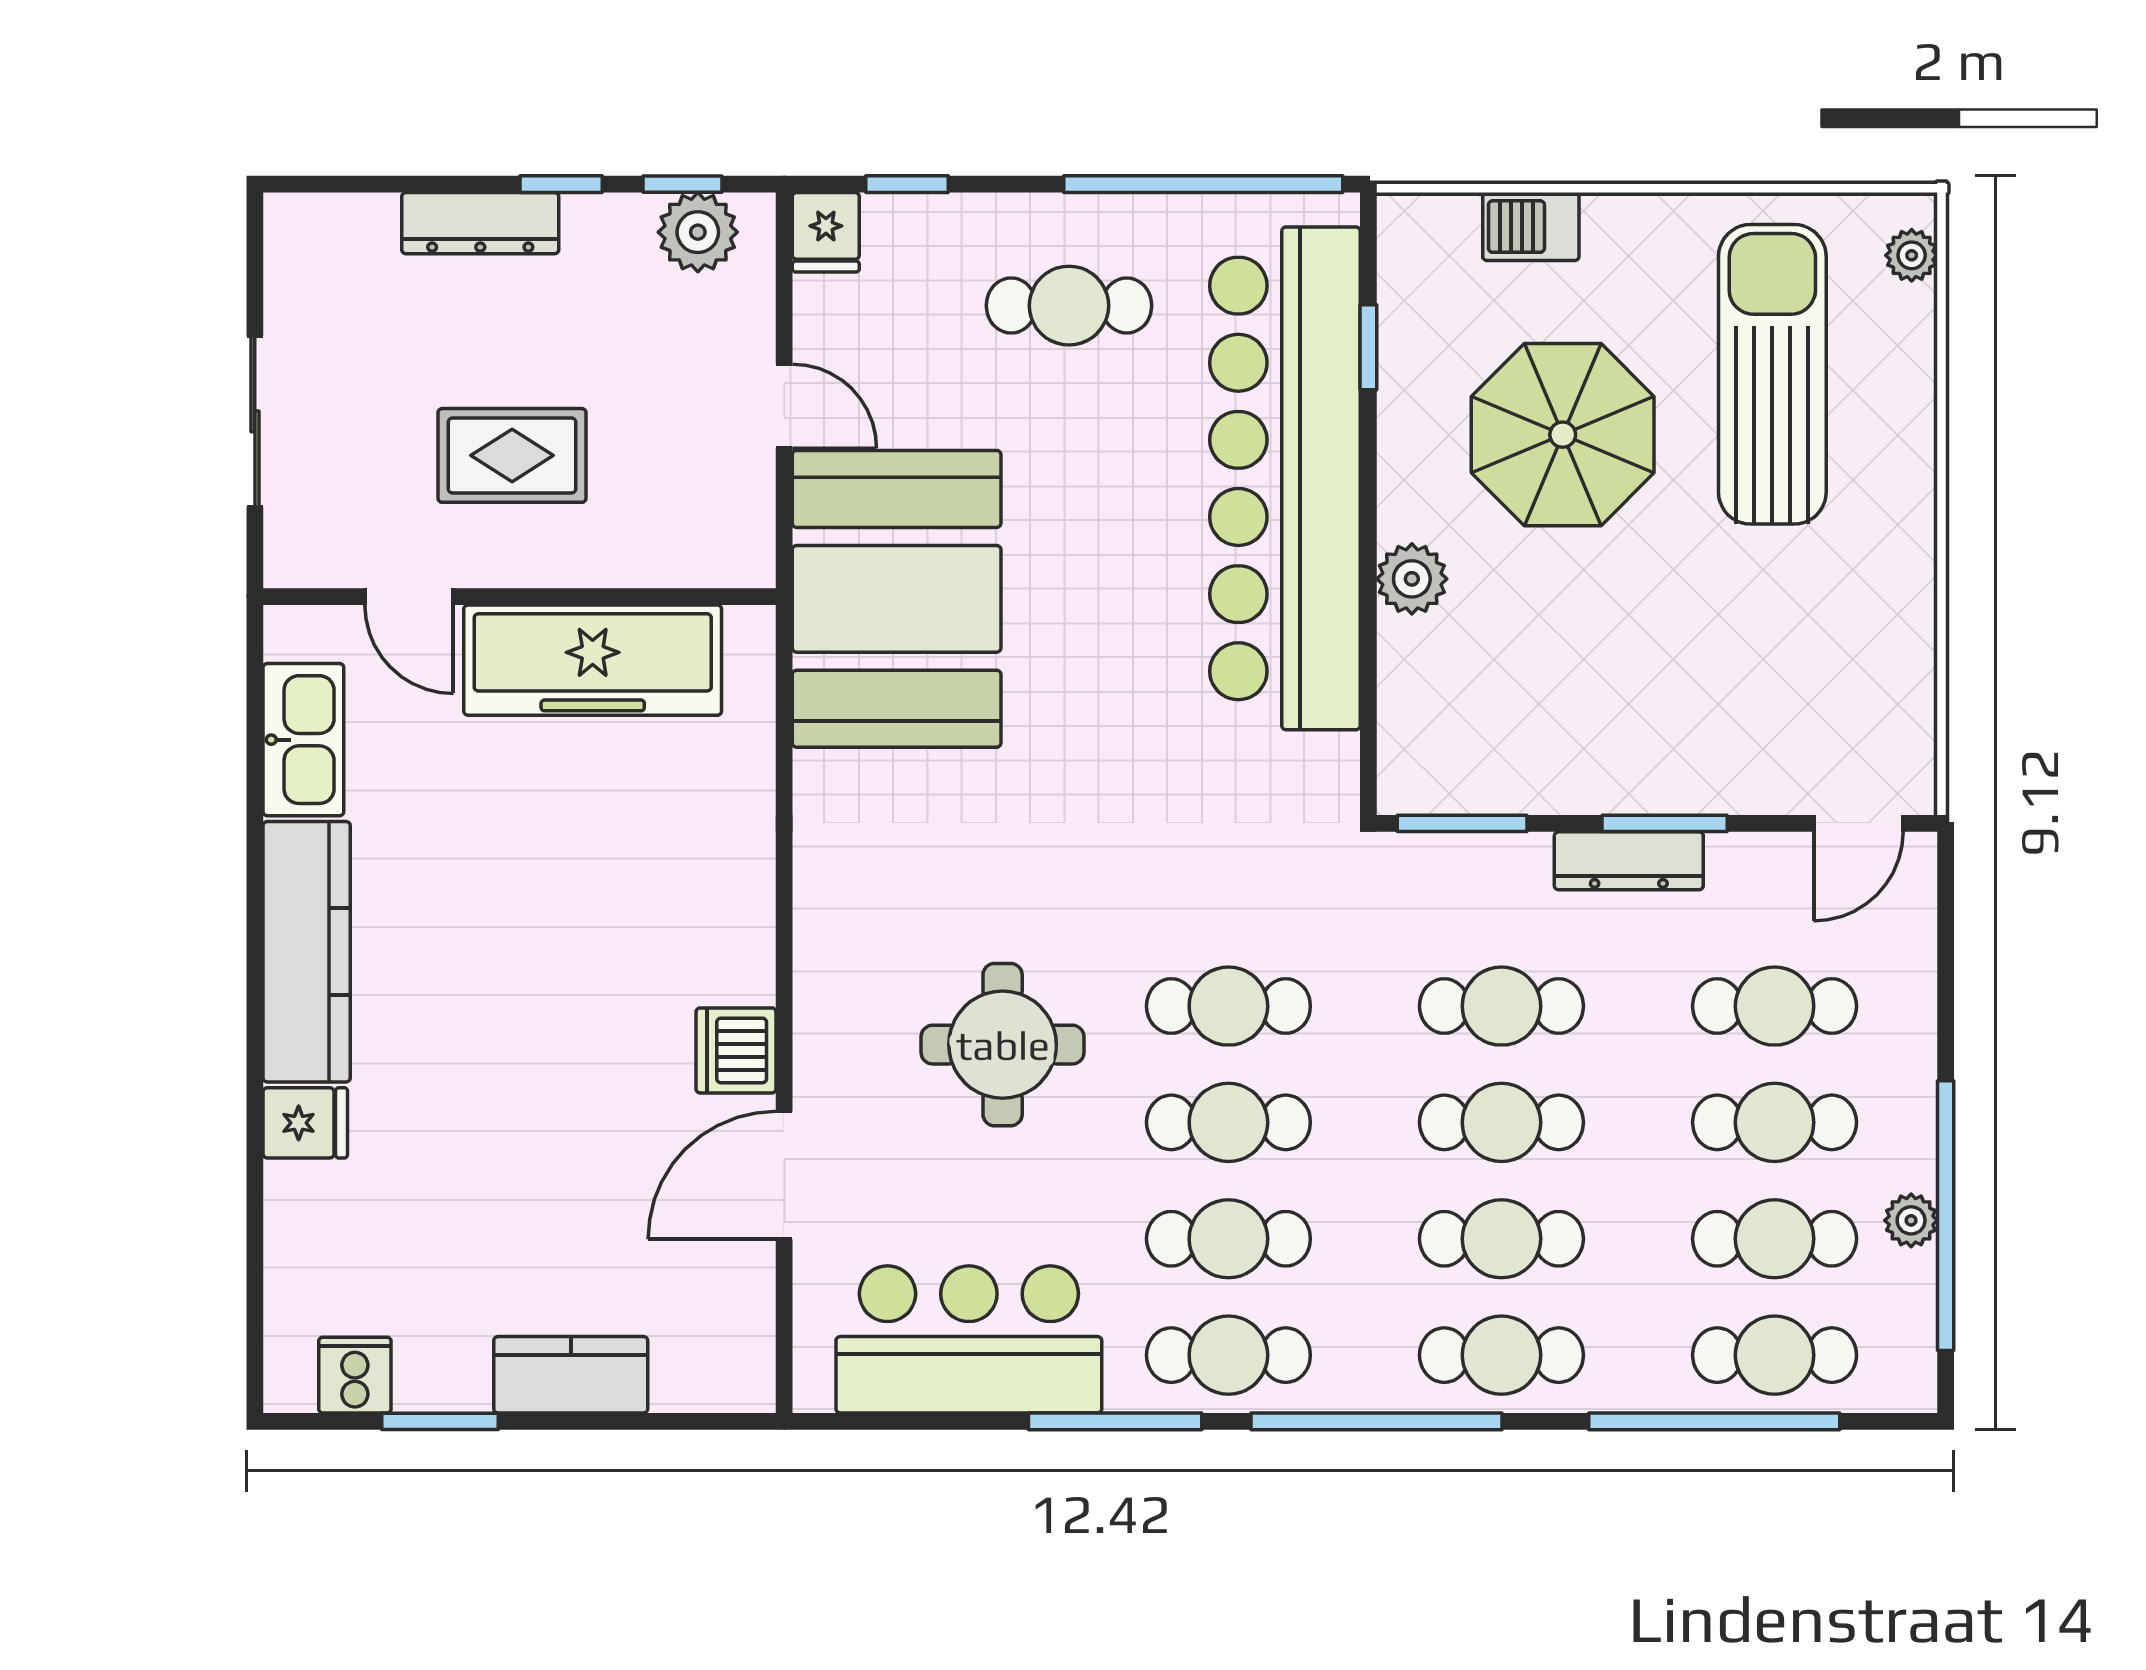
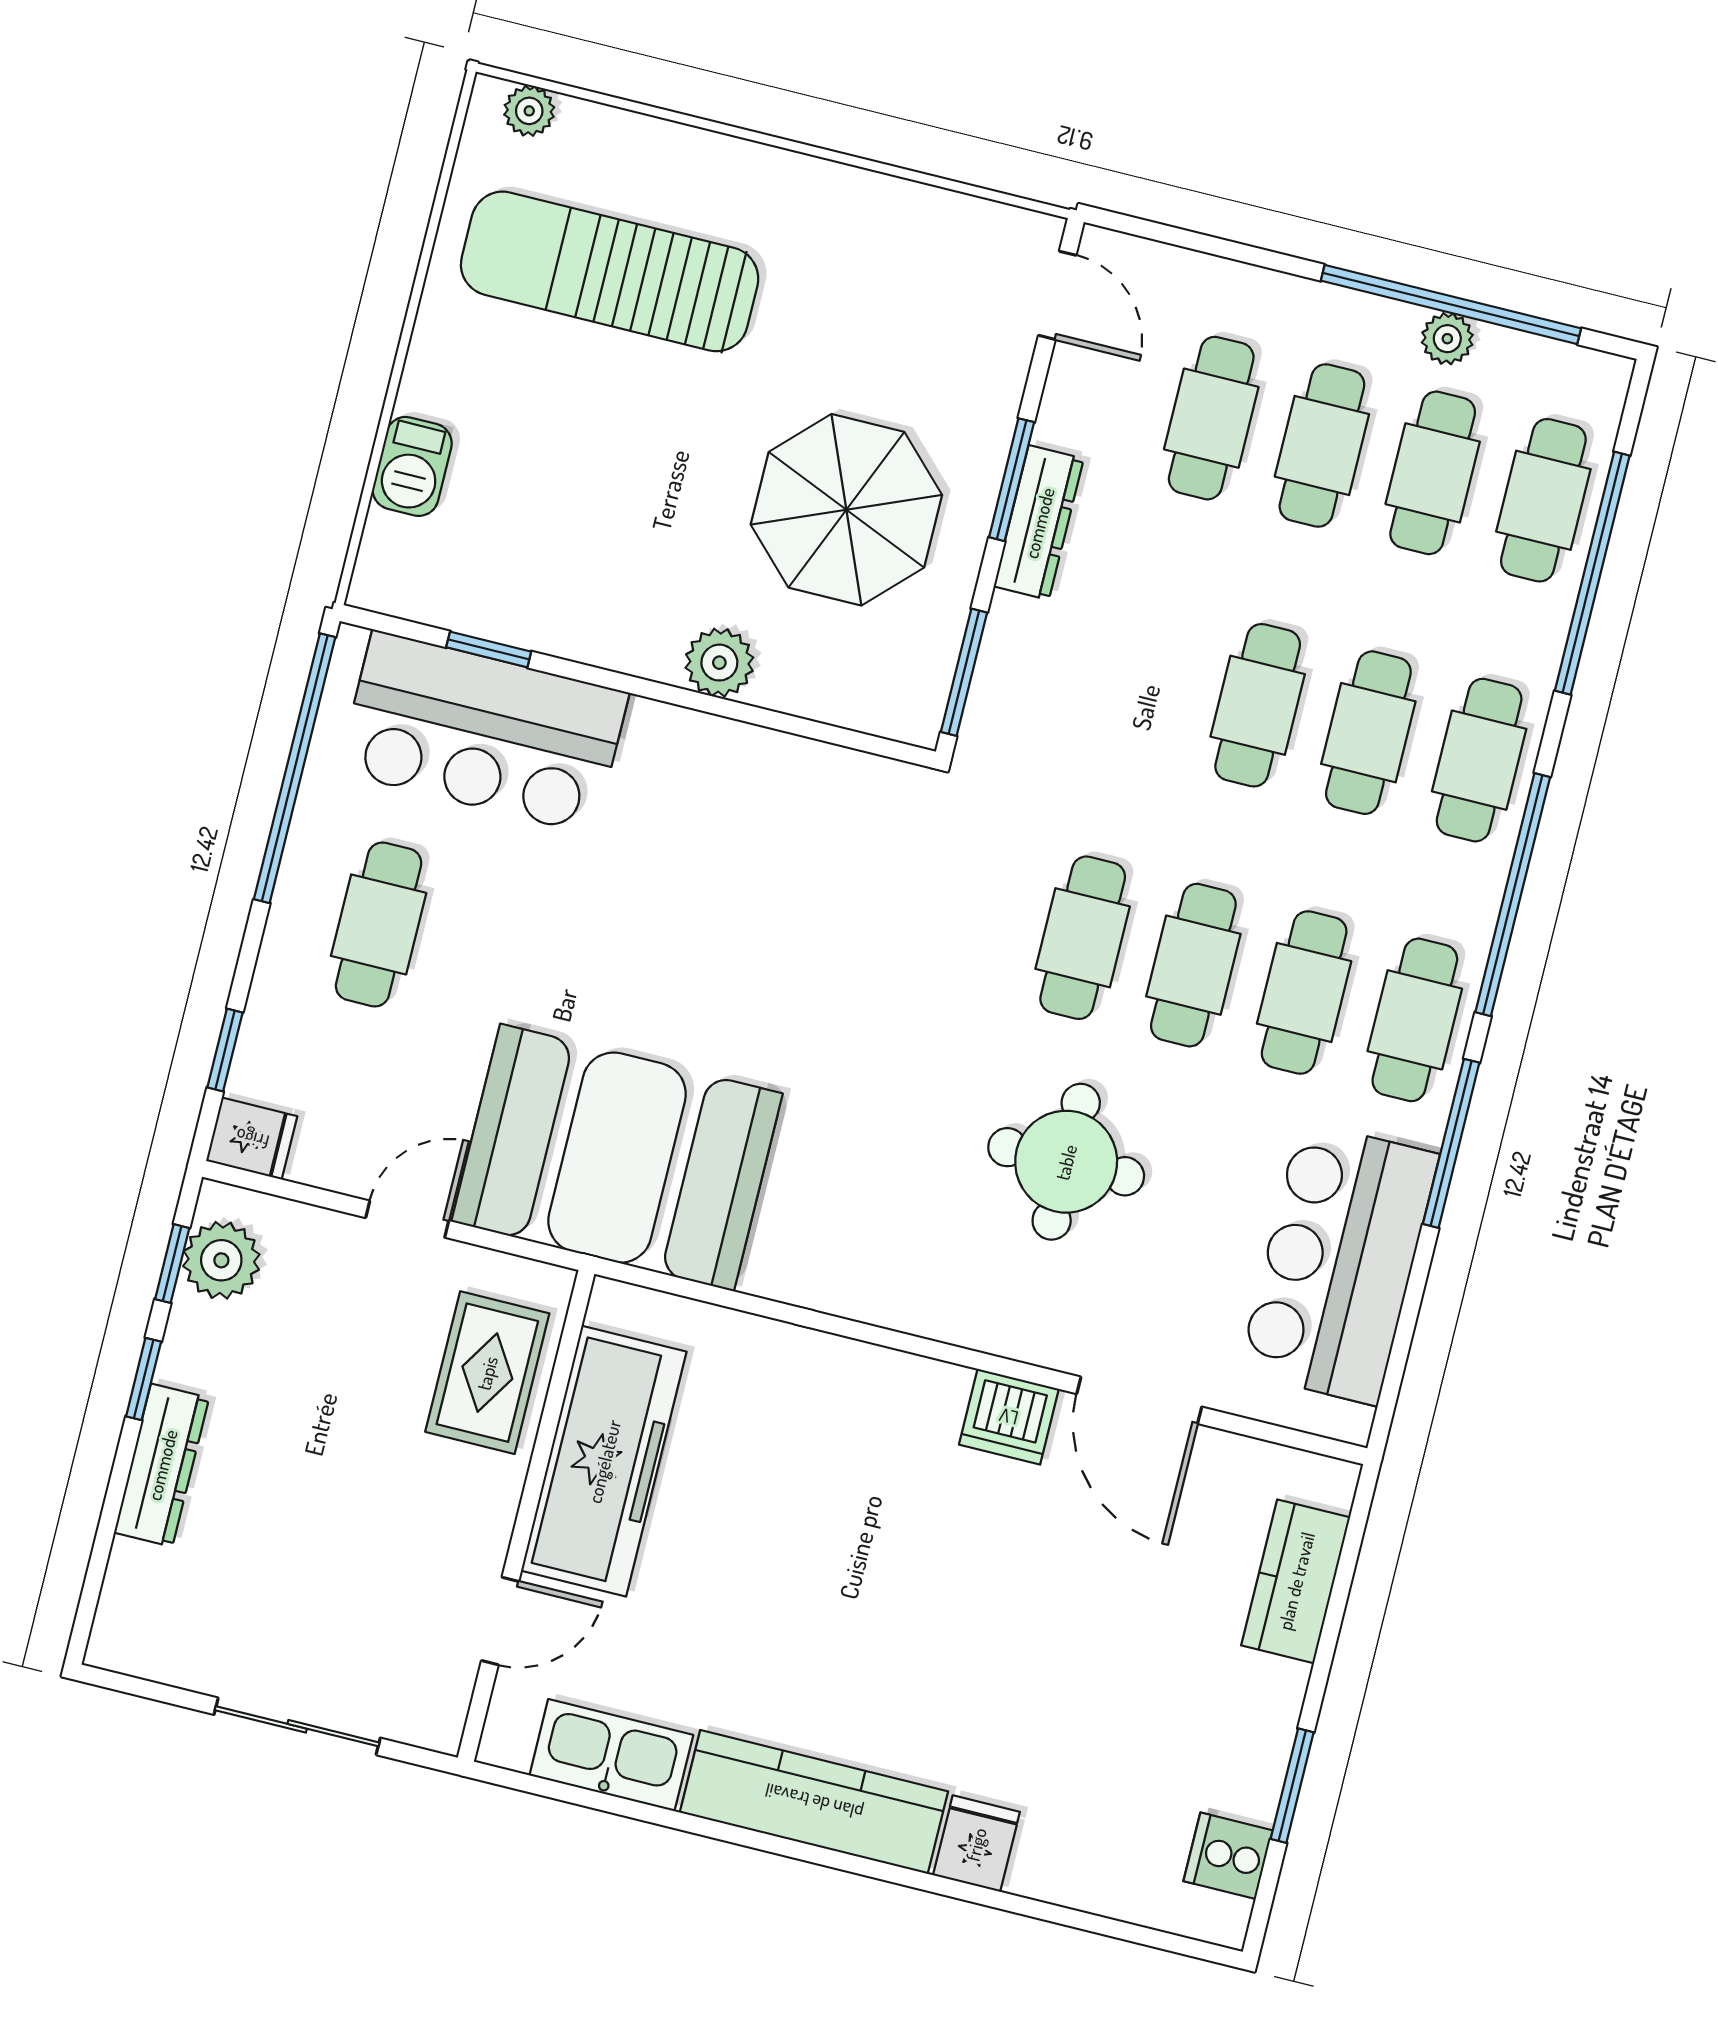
parasol: (1563, 435) -> (846, 510), moved
rug: (512, 455) -> (487, 1373), moved
bar counter: (1285, 478) -> (483, 732), width x0.54
cafe table: (1501, 1006) -> (1147, 678), removed
kitchen counter: (571, 1375) -> (1296, 1581), moved

